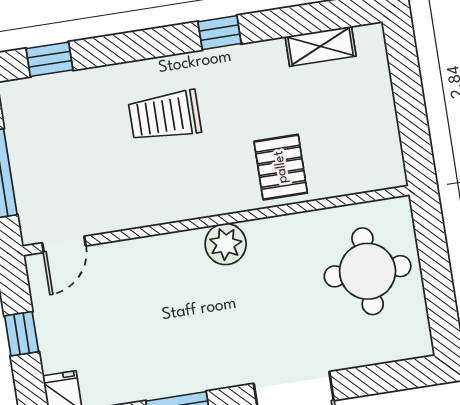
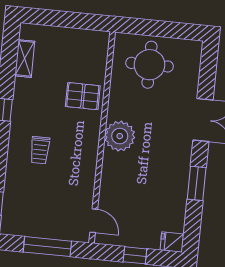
trolley: (165, 116) -> (40, 150), width x0.73, depth x0.72
plant: (226, 244) -> (120, 136), width x1.36, depth x1.36

